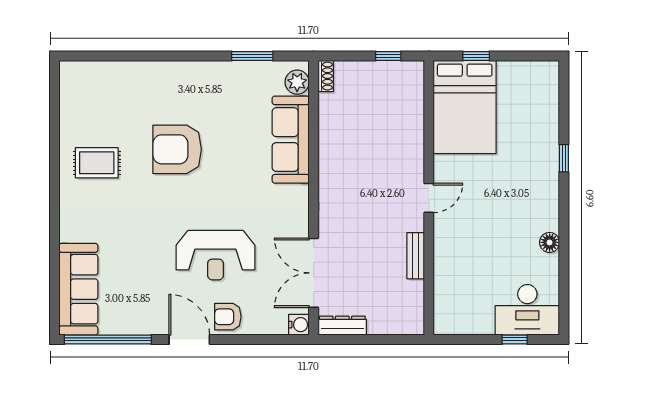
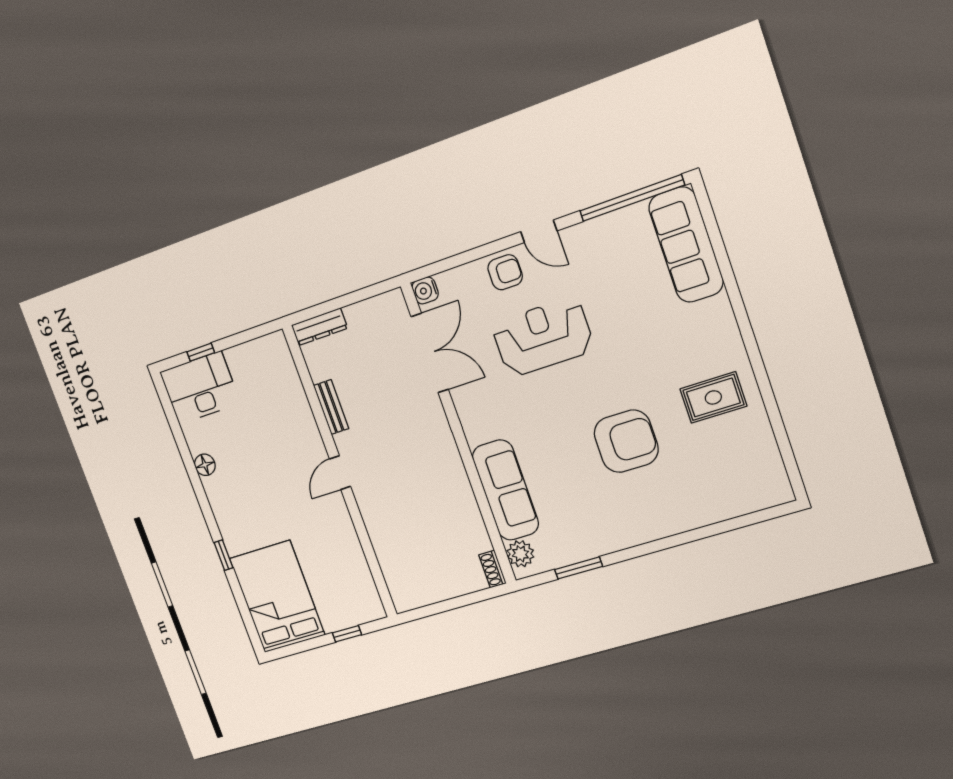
window: (388, 56) -> (435, 609), removed
bed: (465, 107) -> (277, 597), moved
dresser: (342, 326) -> (319, 327), moved
door: (189, 339) -> (539, 231), width x0.73

